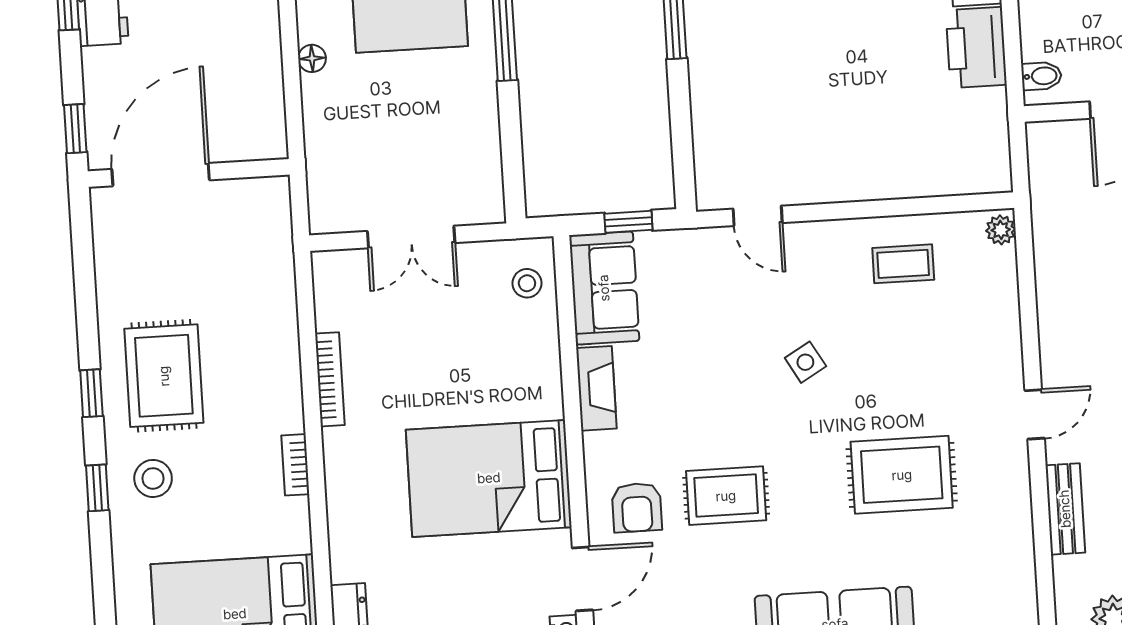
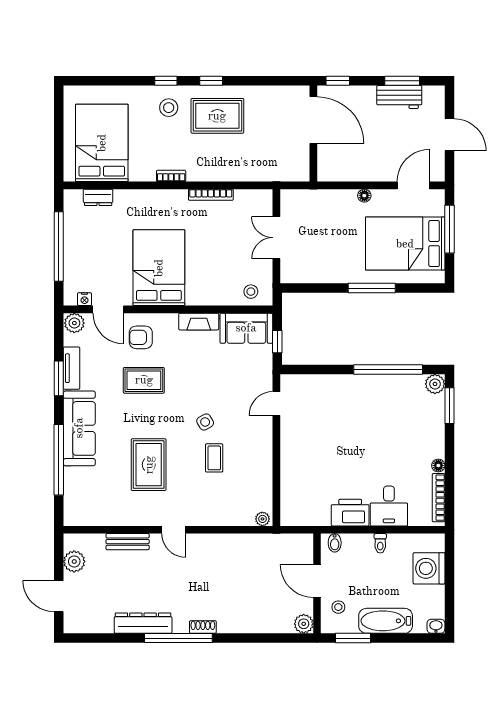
coffee table: (903, 264) -> (214, 458), moved
rug: (726, 496) -> (144, 380), turned 90

